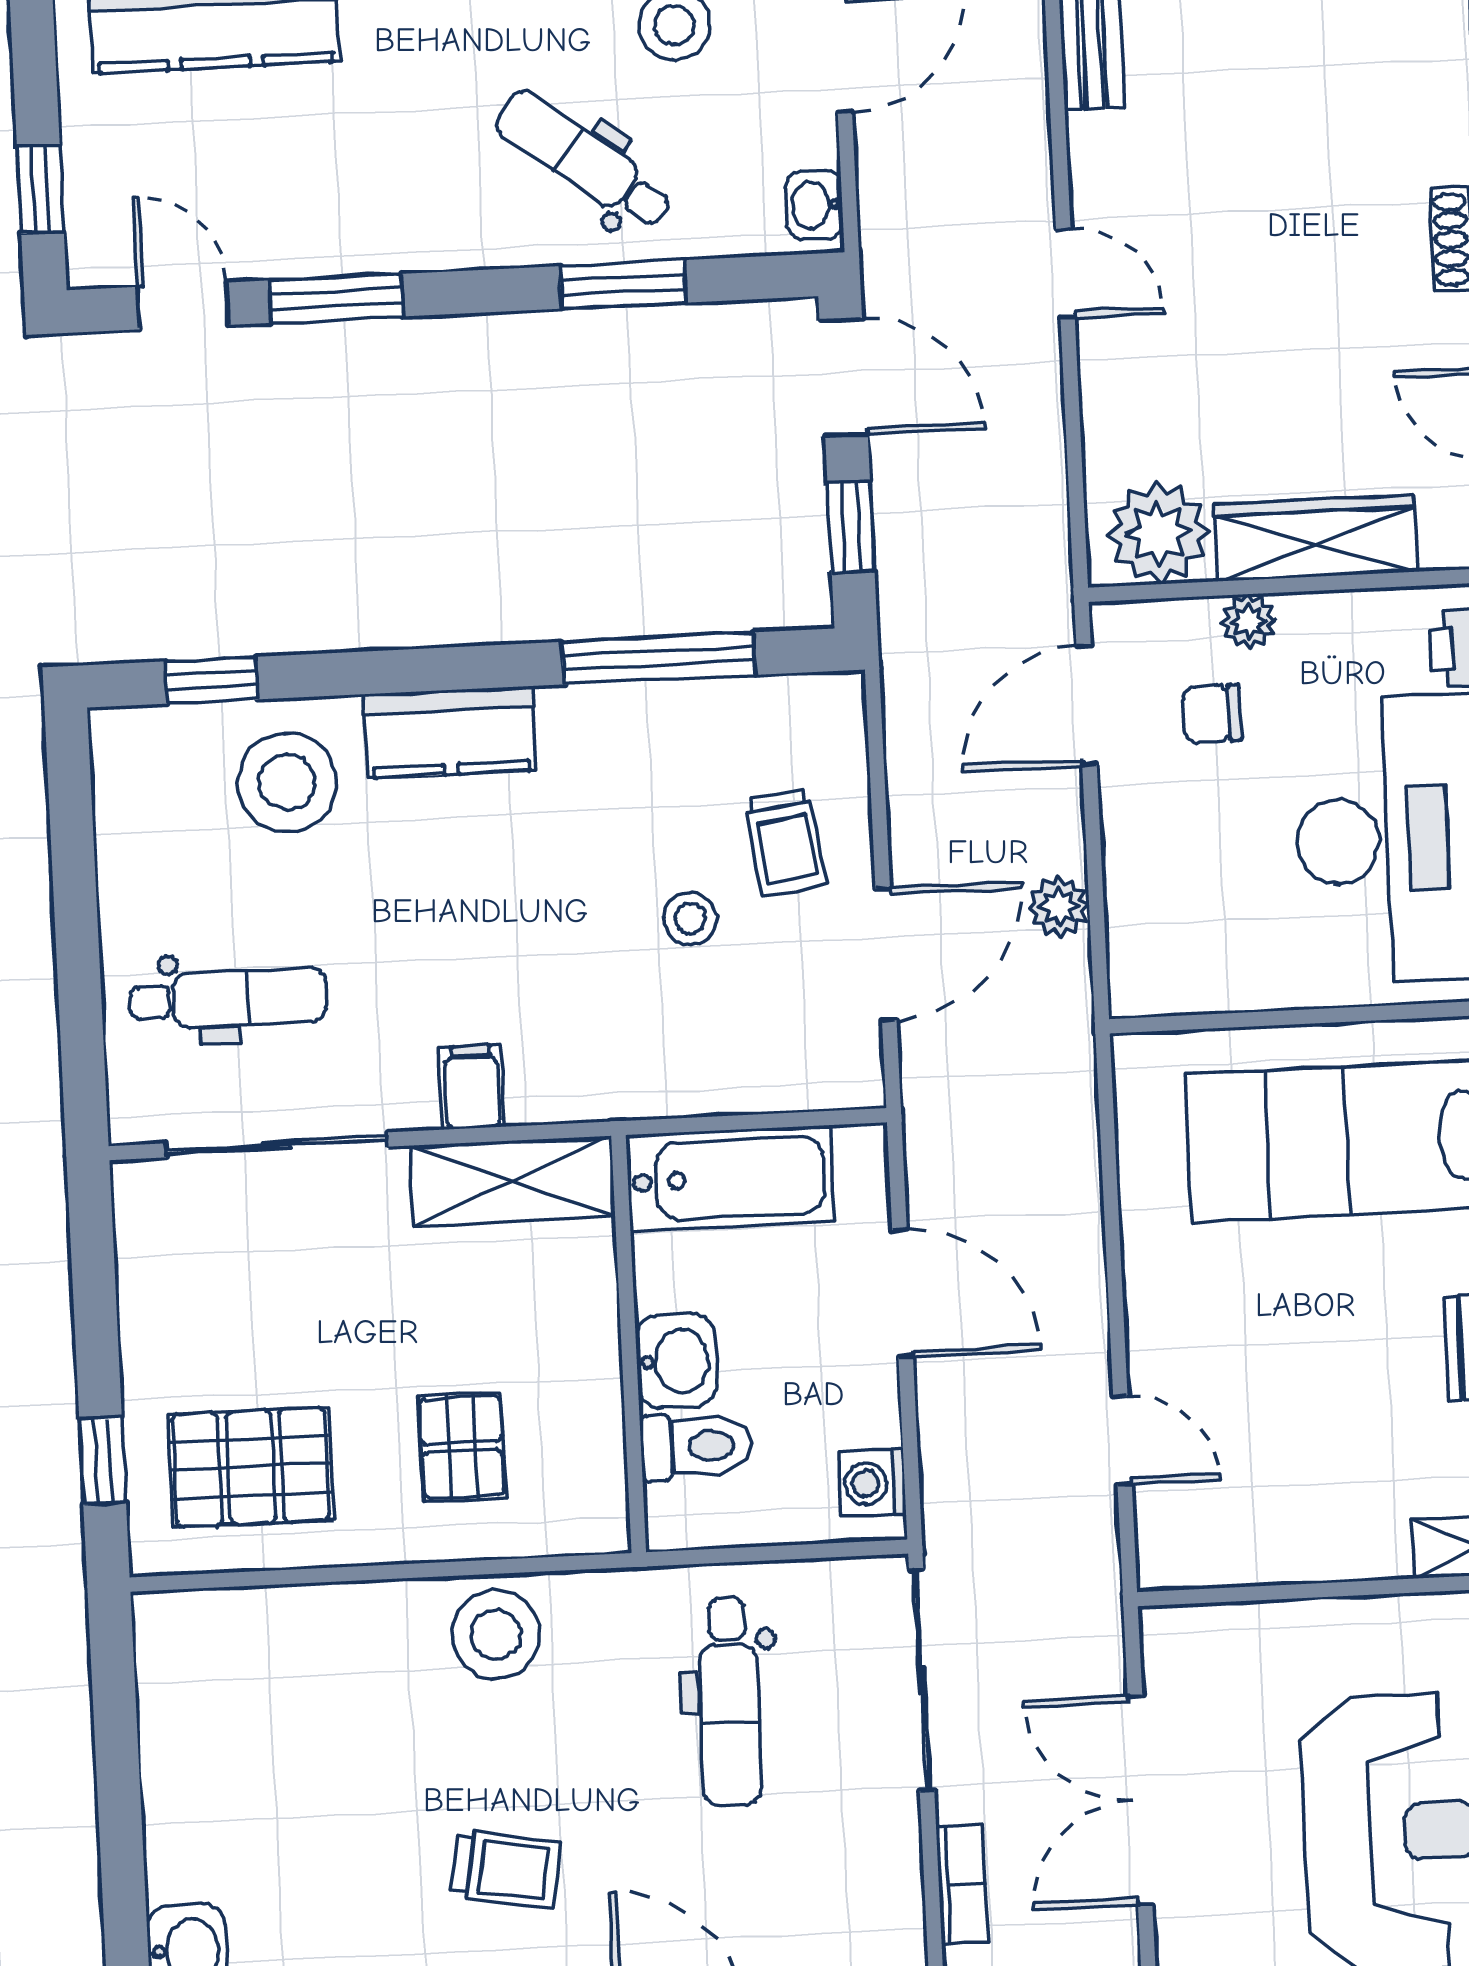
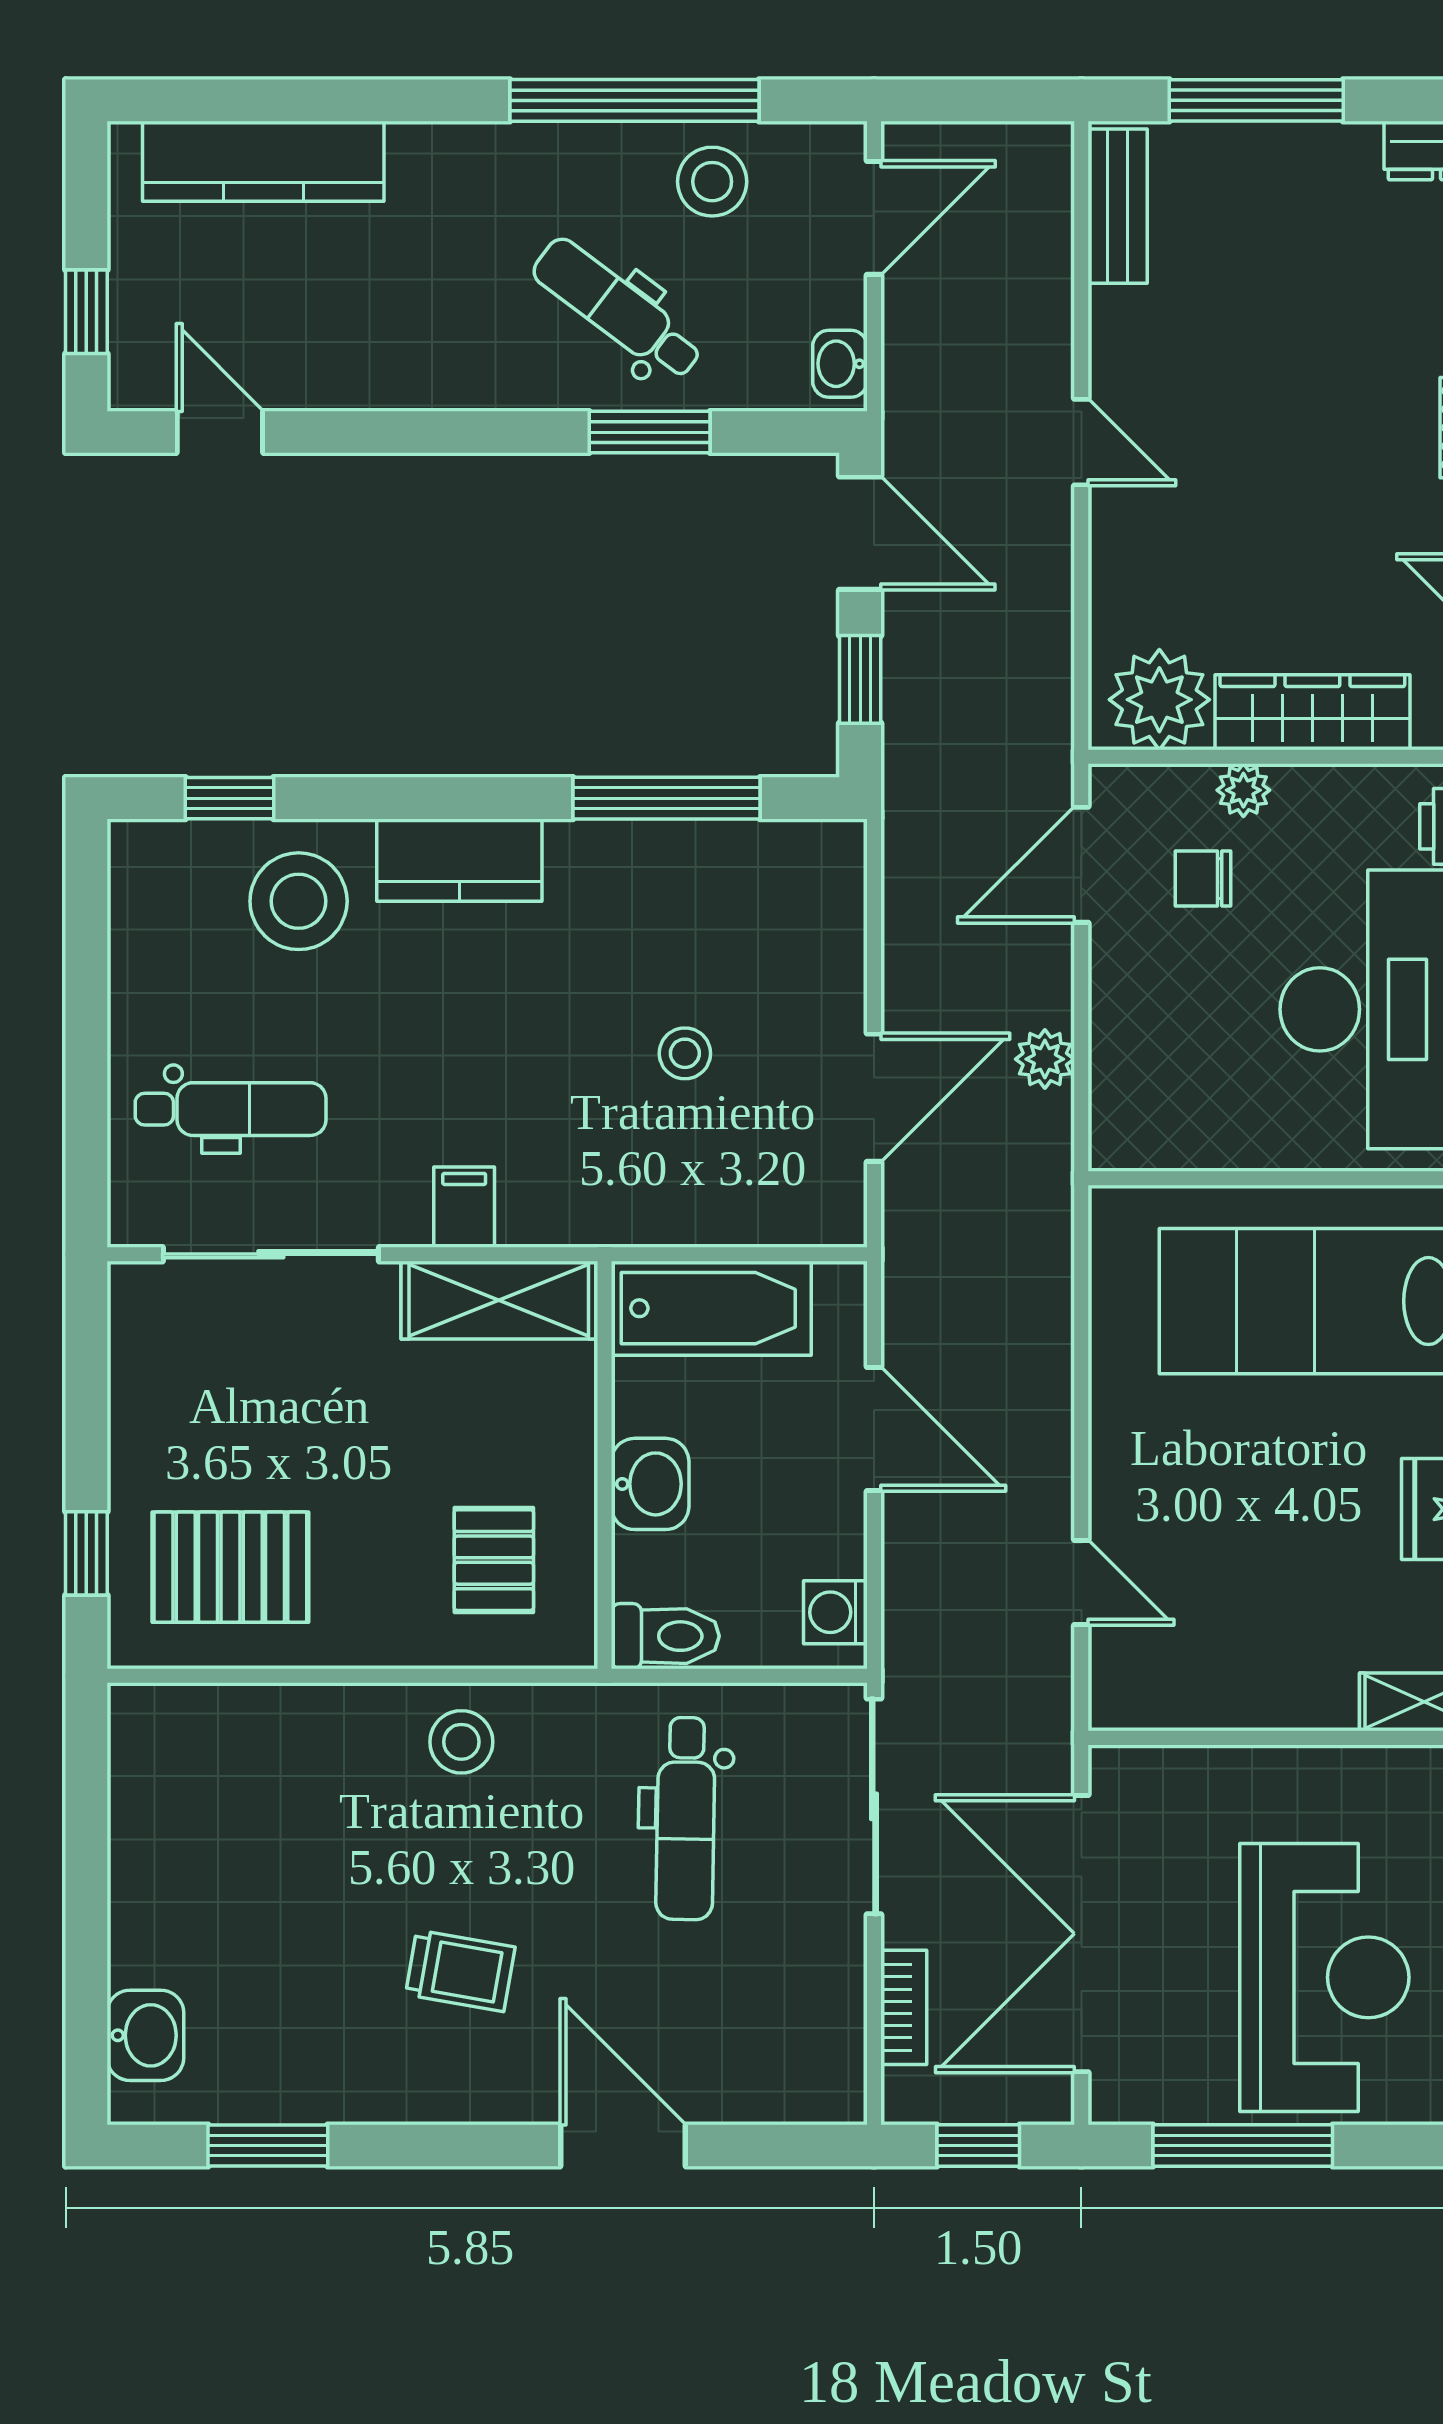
window: (336, 298) -> (369, 432), removed
trolley: (786, 842) -> (782, 983), removed
toilet: (696, 1446) -> (665, 1636), moved
pallet: (462, 1447) -> (494, 1560), moved
stool: (496, 1635) -> (461, 1742), width x0.73, depth x0.73
double door: (1140, 1800) -> (1081, 1934), width x1.36

